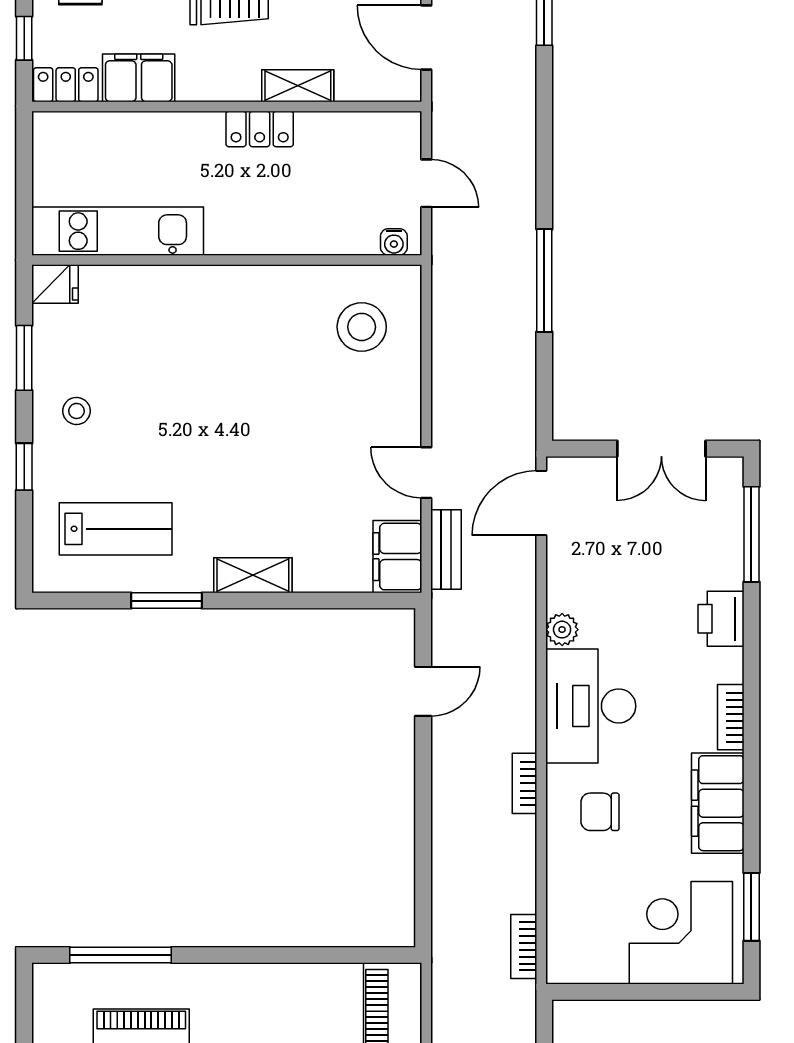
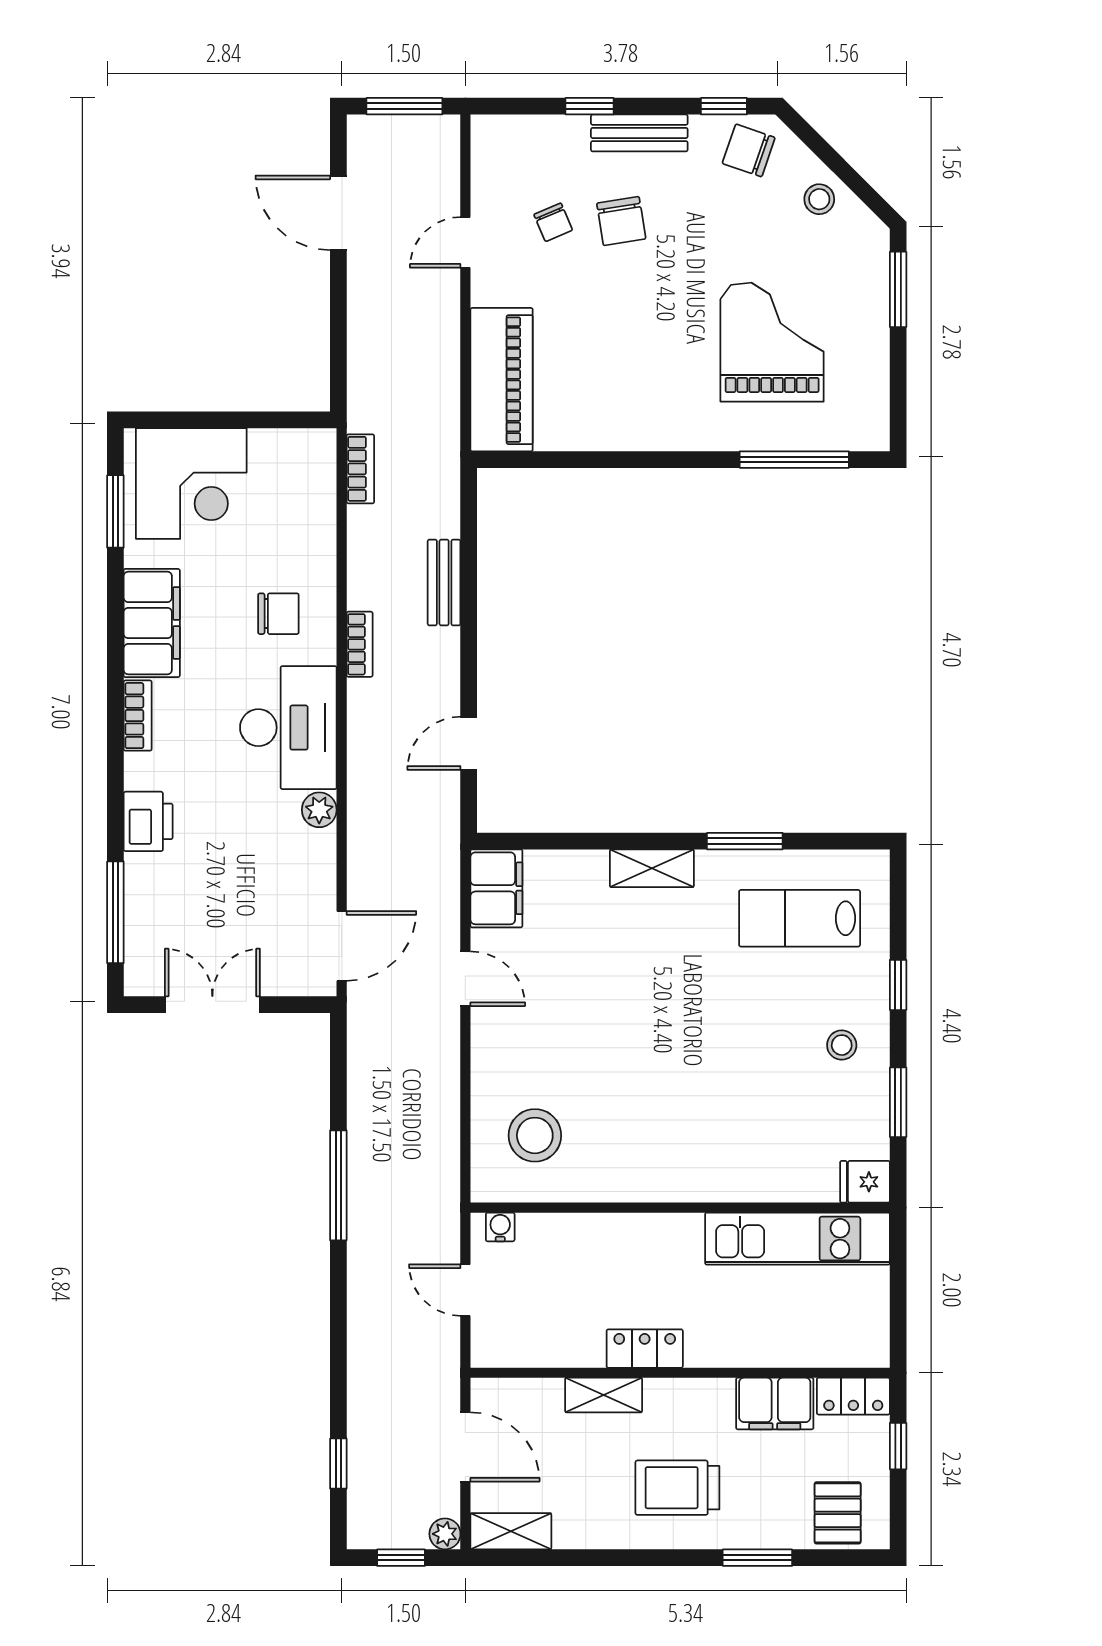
bench: (446, 549) -> (444, 583), moved

